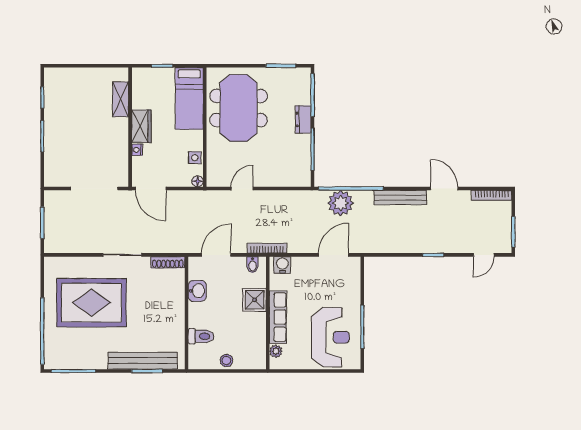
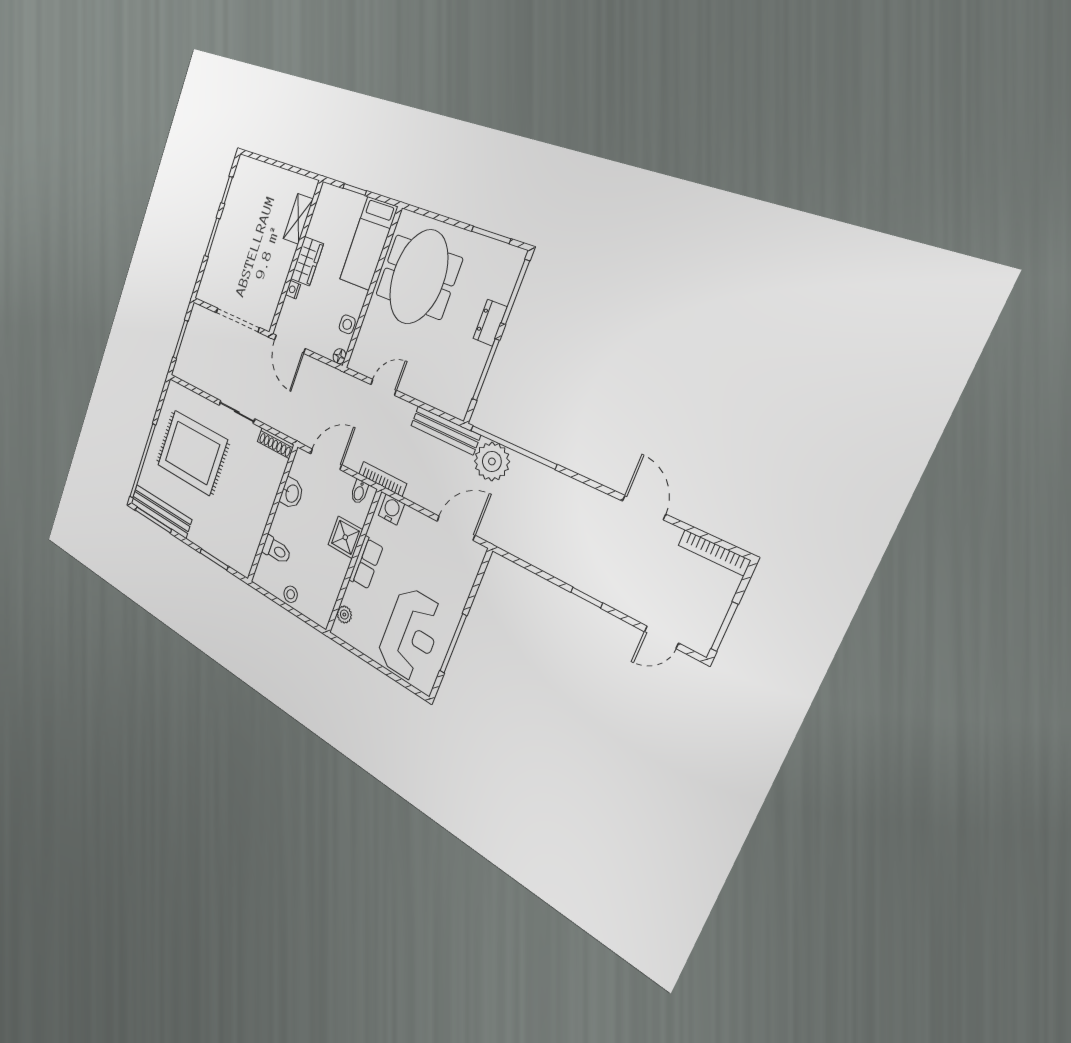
bench: (400, 198) -> (445, 430), moved
row of seats: (278, 317) -> (366, 563), width x0.68
bench: (143, 361) -> (161, 511), moved

